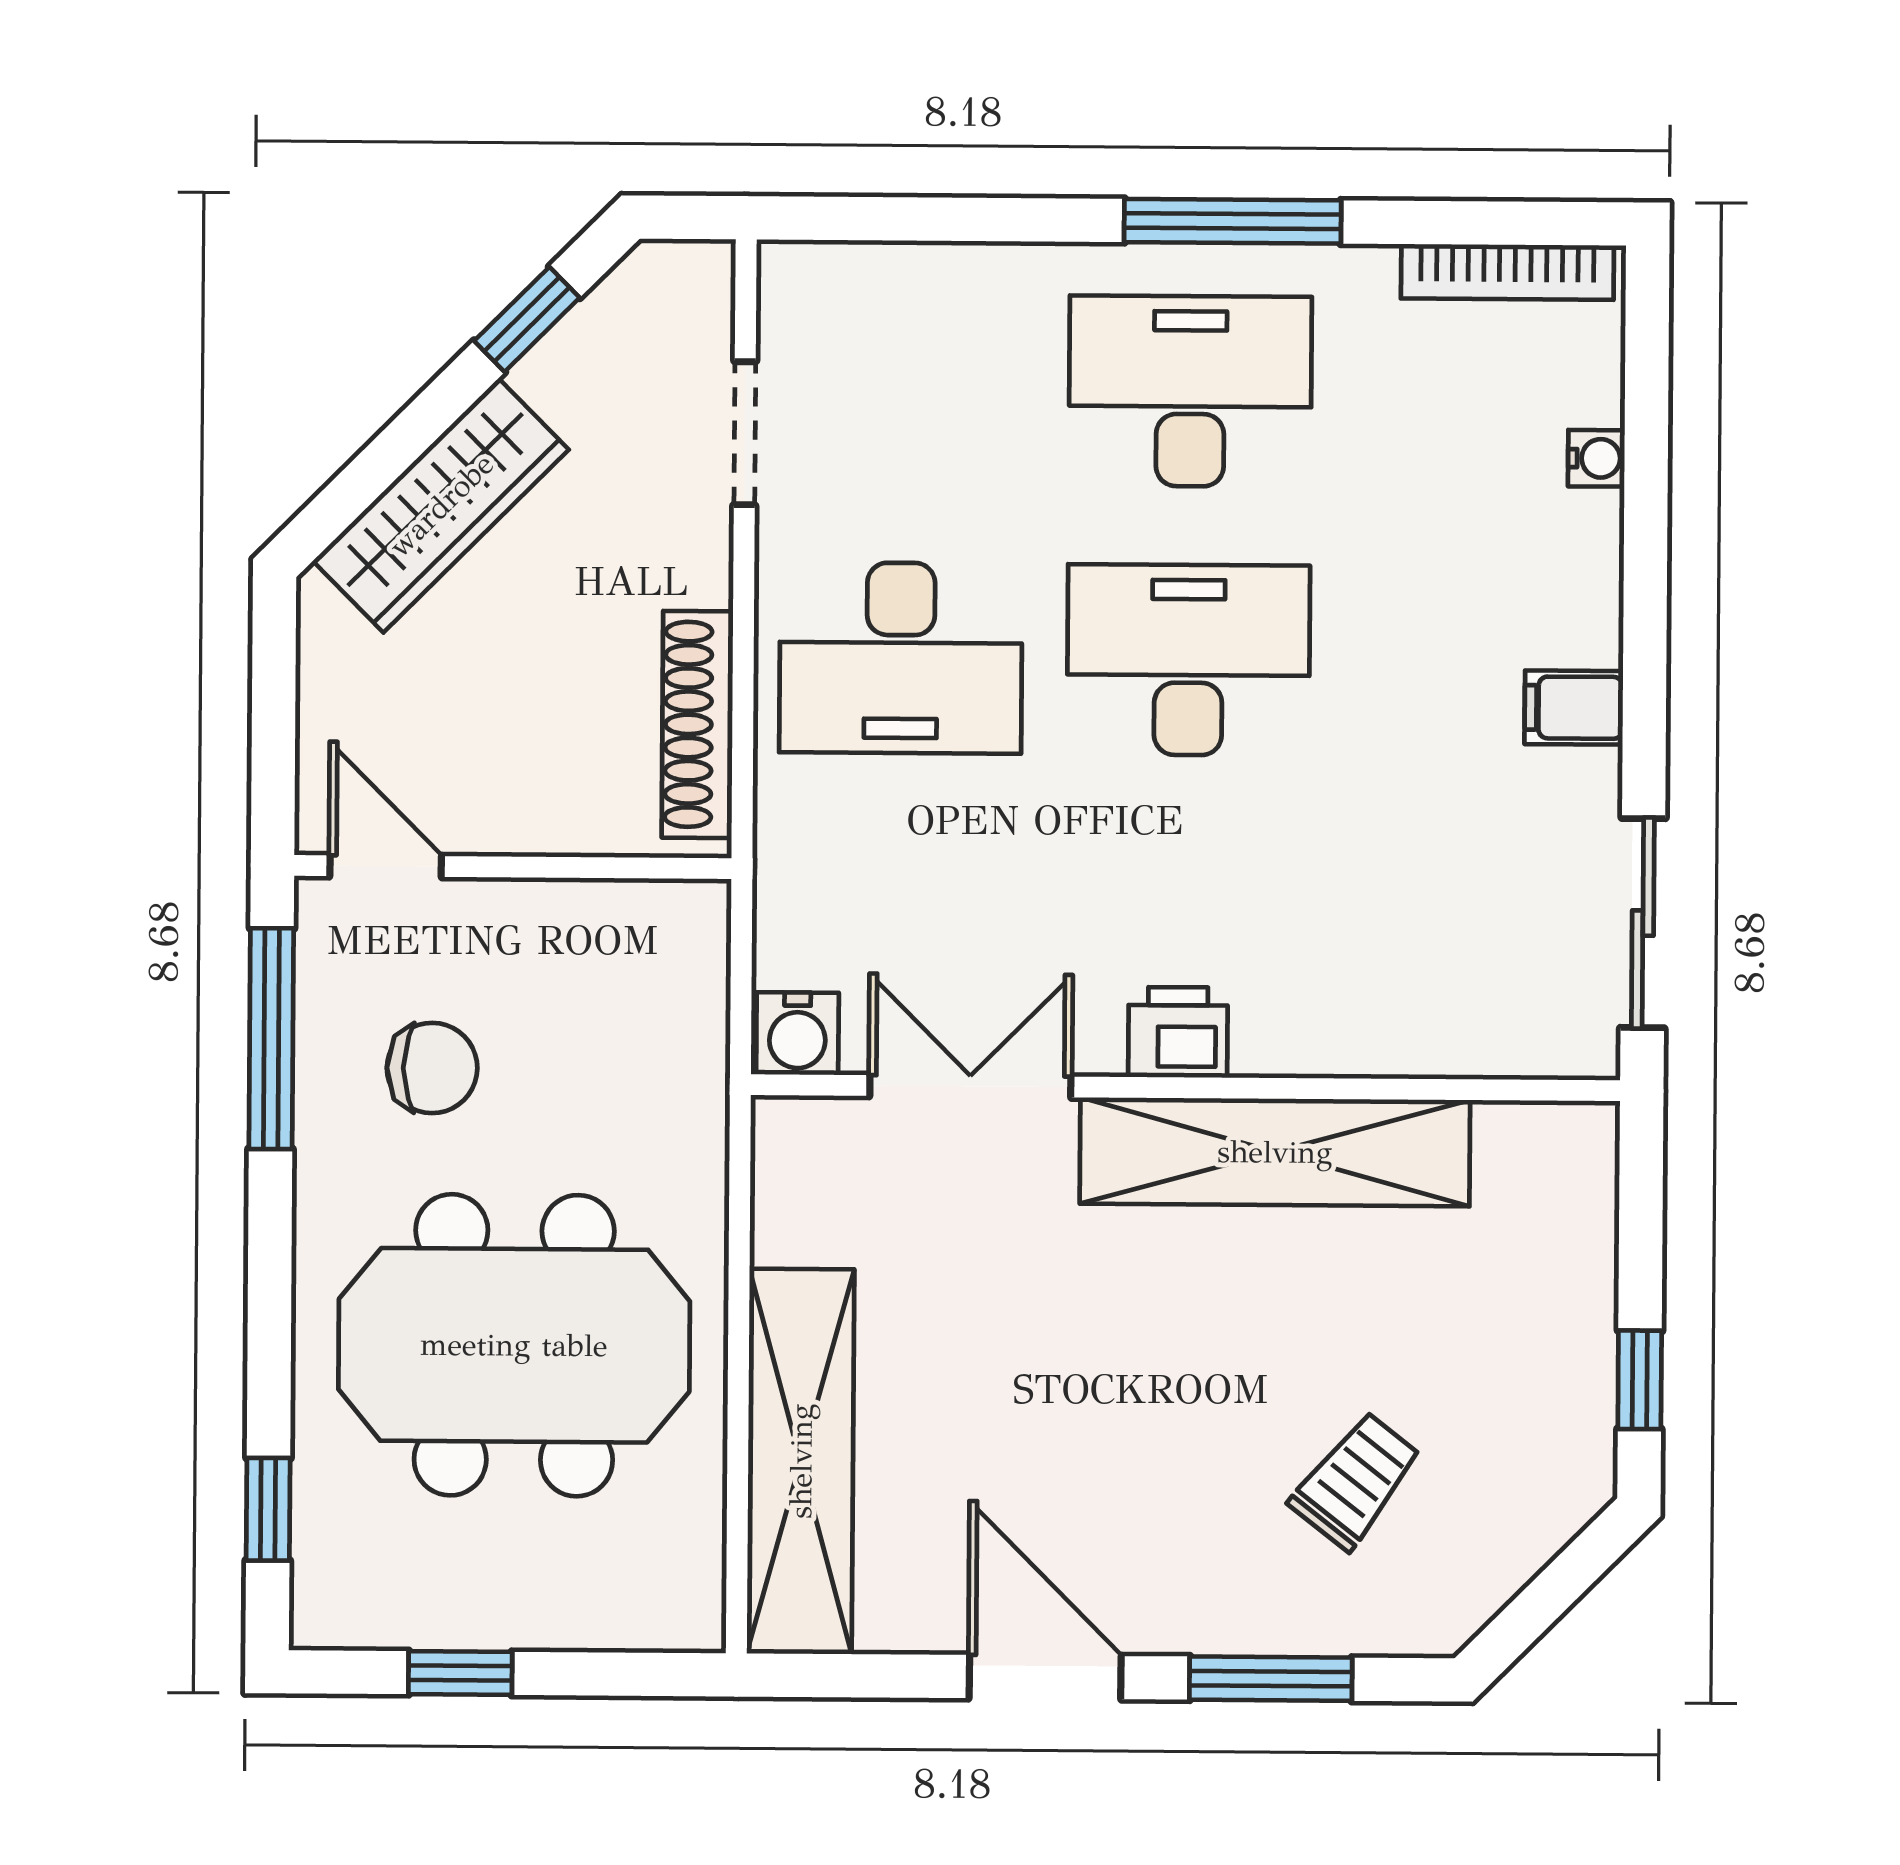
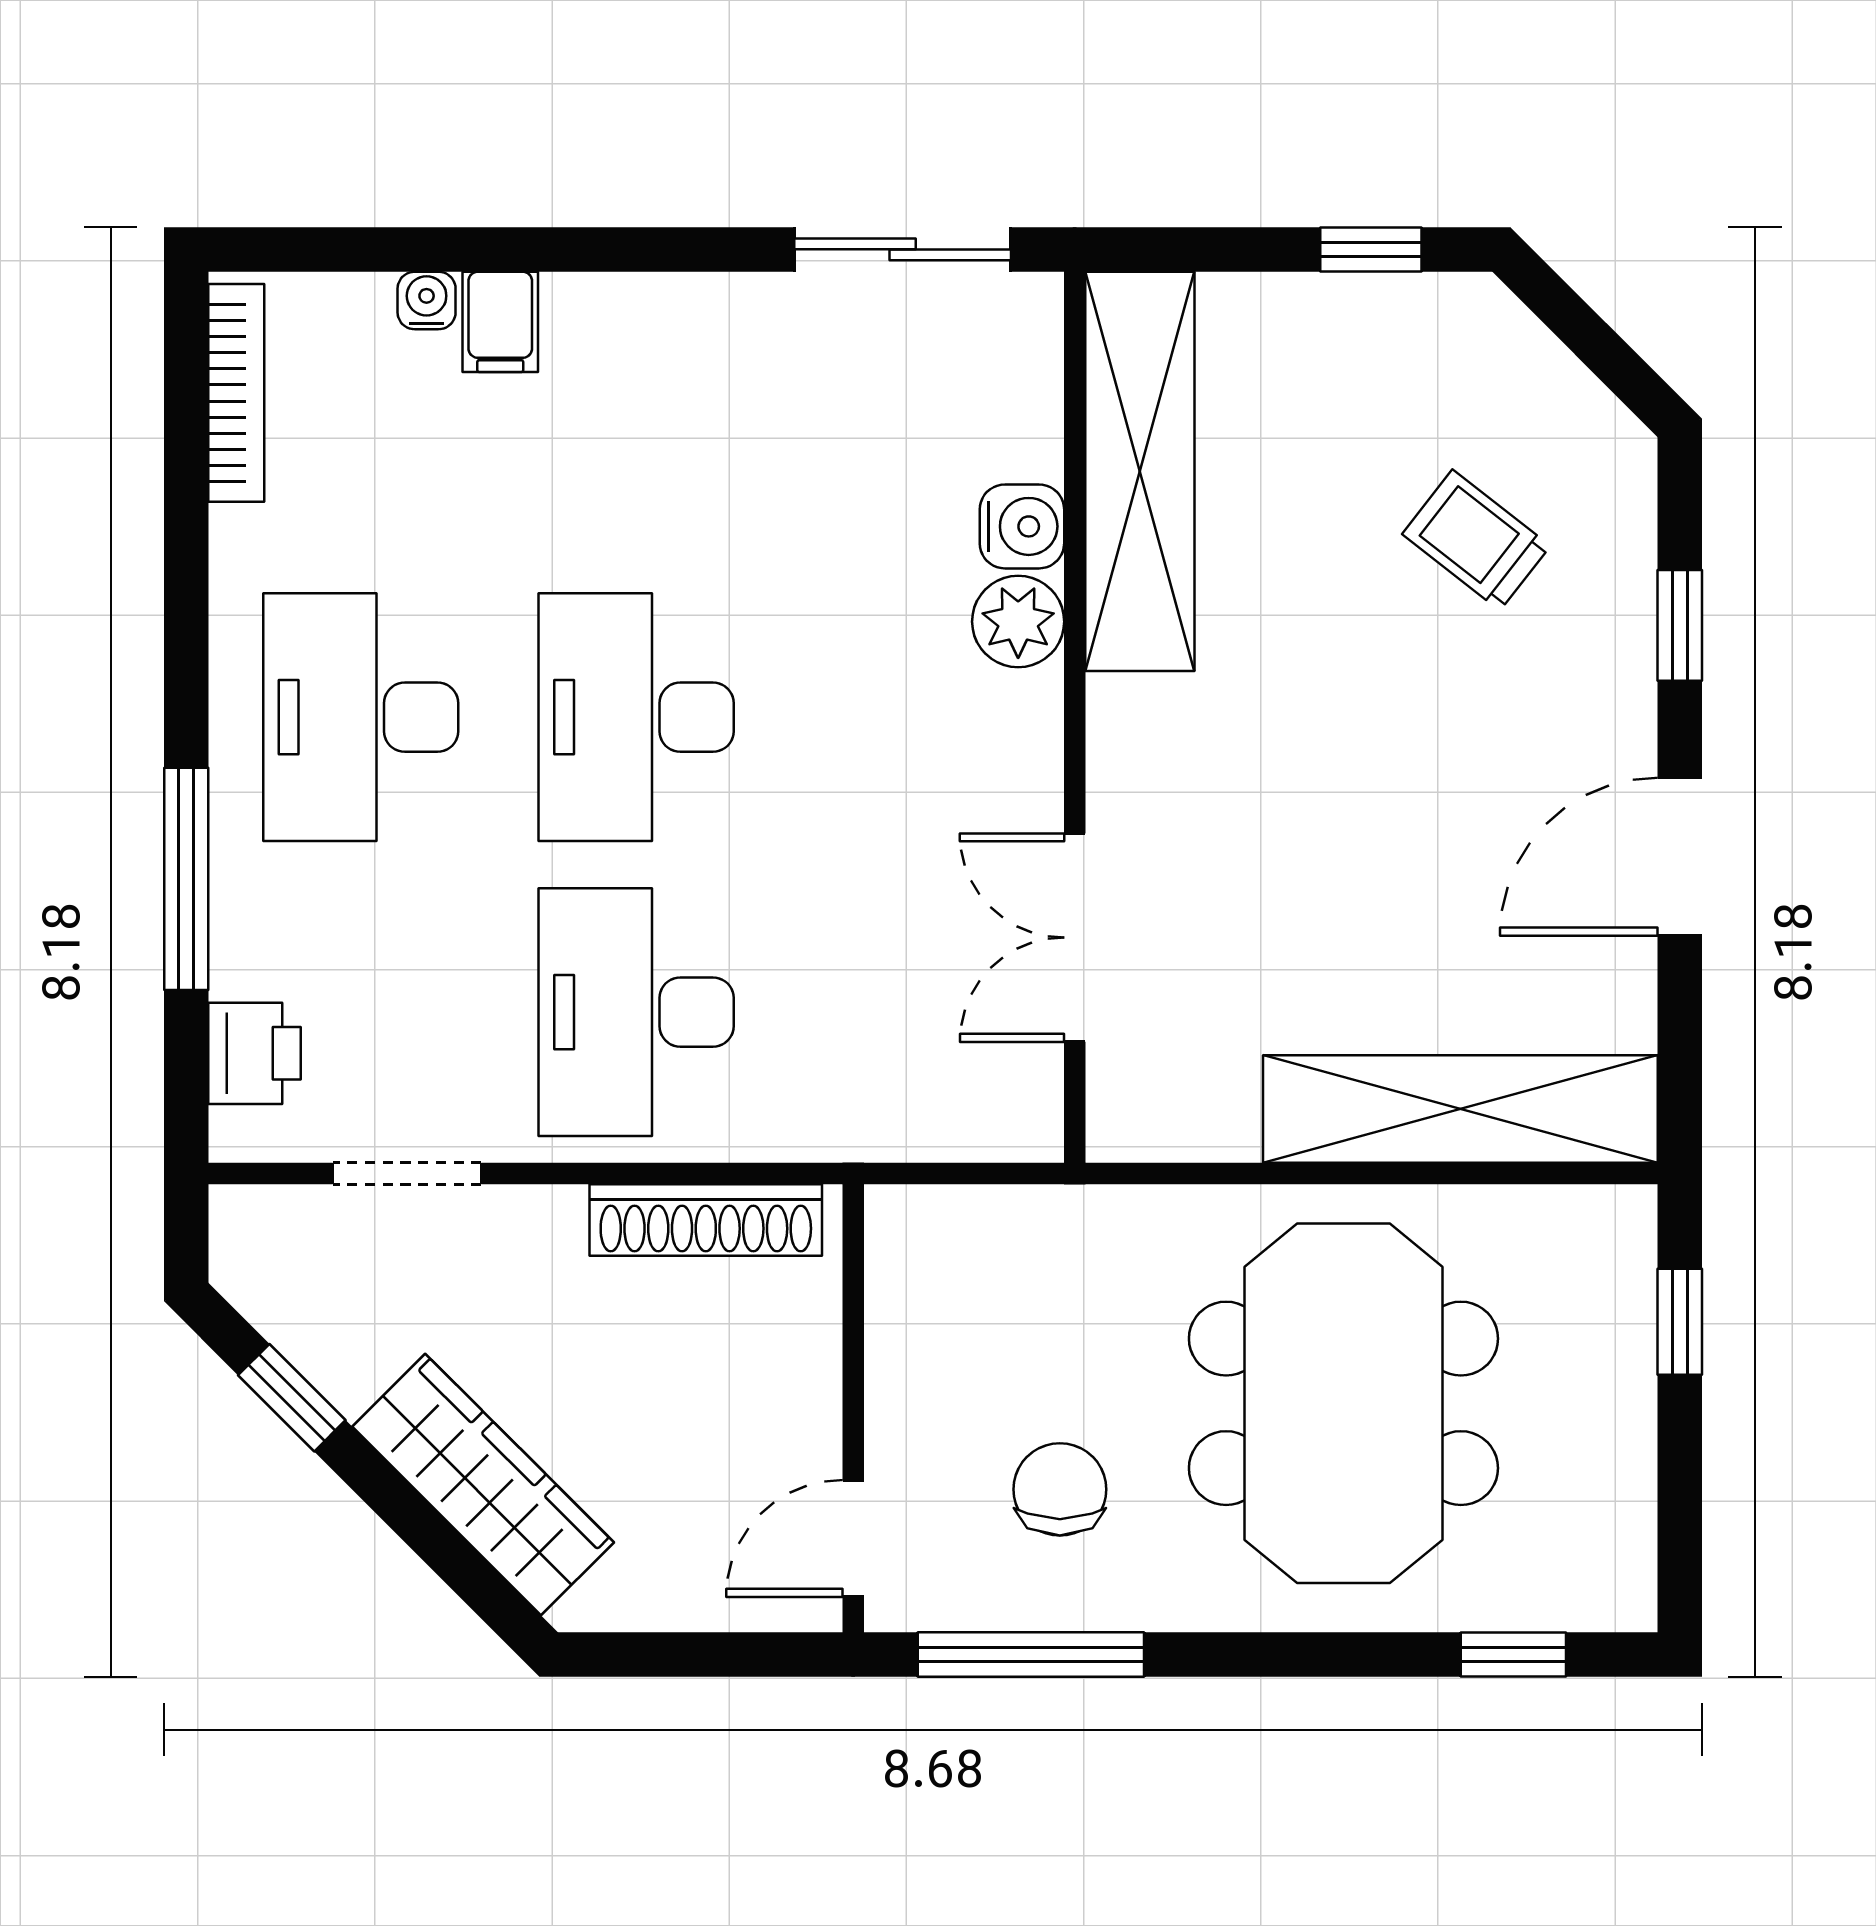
window: (1233, 221) -> (186, 879), moved
desk: (901, 658) -> (636, 1012), turned 180
filing cabinet: (1574, 708) -> (500, 322), moved
printer: (1178, 1032) -> (254, 1053), moved, turned 180
plant: (1279, 1033) -> (1018, 622), added
water cooler: (797, 1034) -> (1022, 526), moved
shelving: (1275, 1152) -> (1140, 471), moved
window: (460, 1673) -> (1680, 1322), moved
window: (1271, 1679) -> (1680, 625), width x0.67

